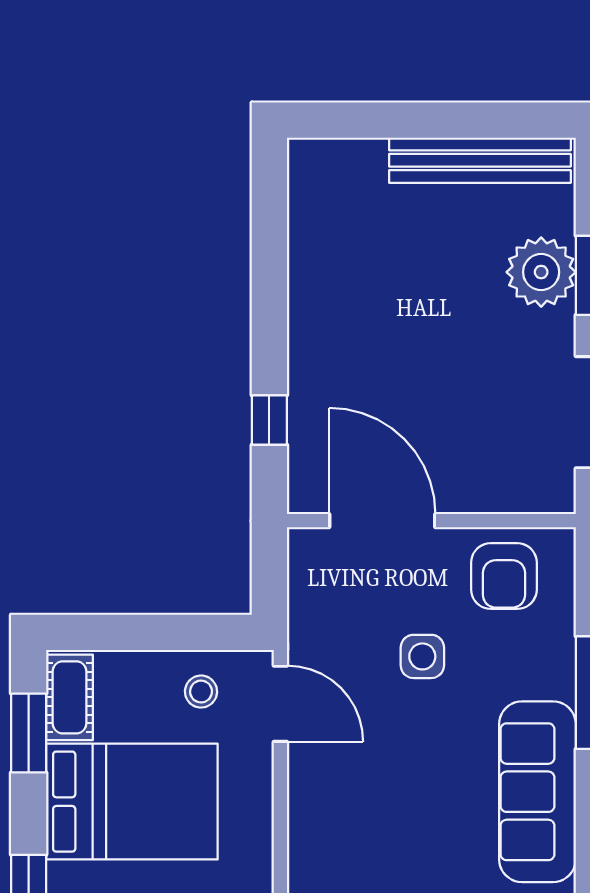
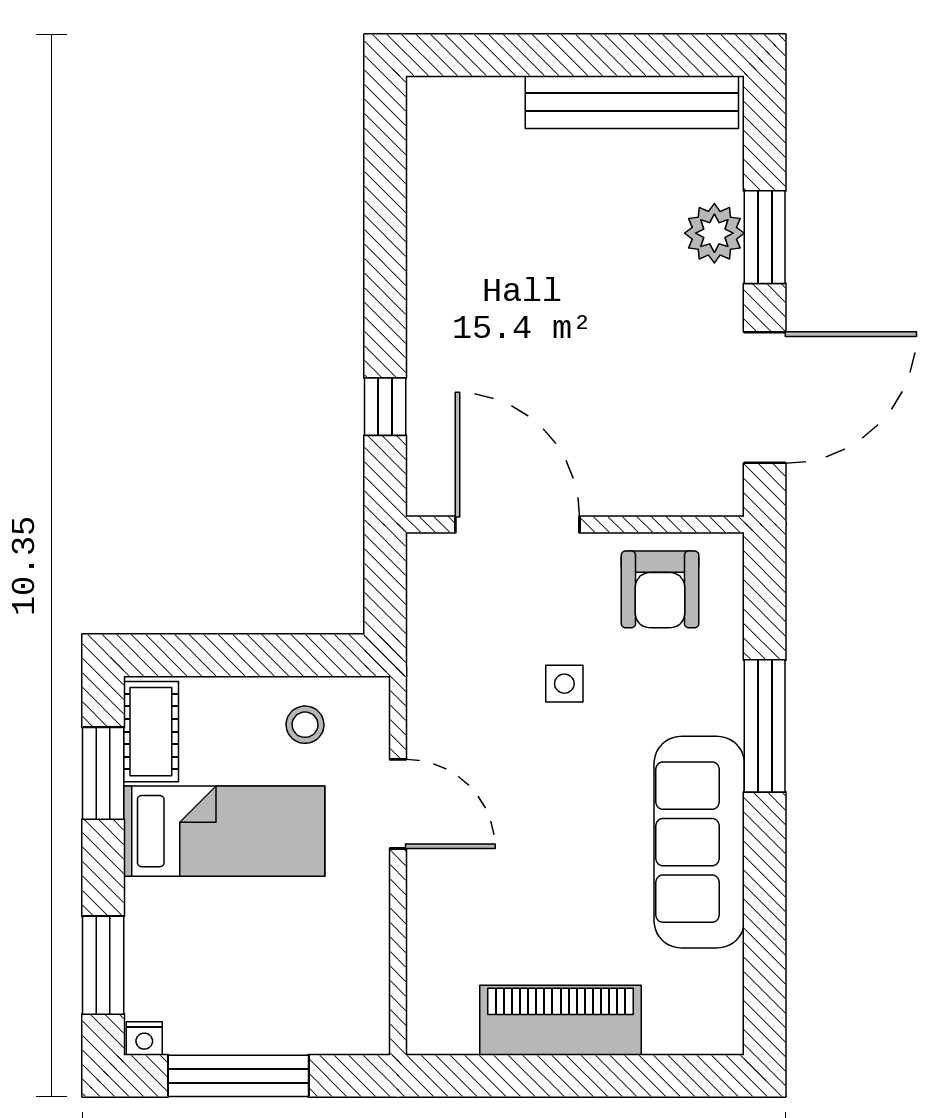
plant: (541, 272) -> (714, 233), width x0.73, depth x0.73
side table: (422, 656) -> (564, 684), width x0.73, depth x0.73
door: (280, 704) -> (398, 804), moved
bed: (132, 802) -> (224, 831), width x0.67

